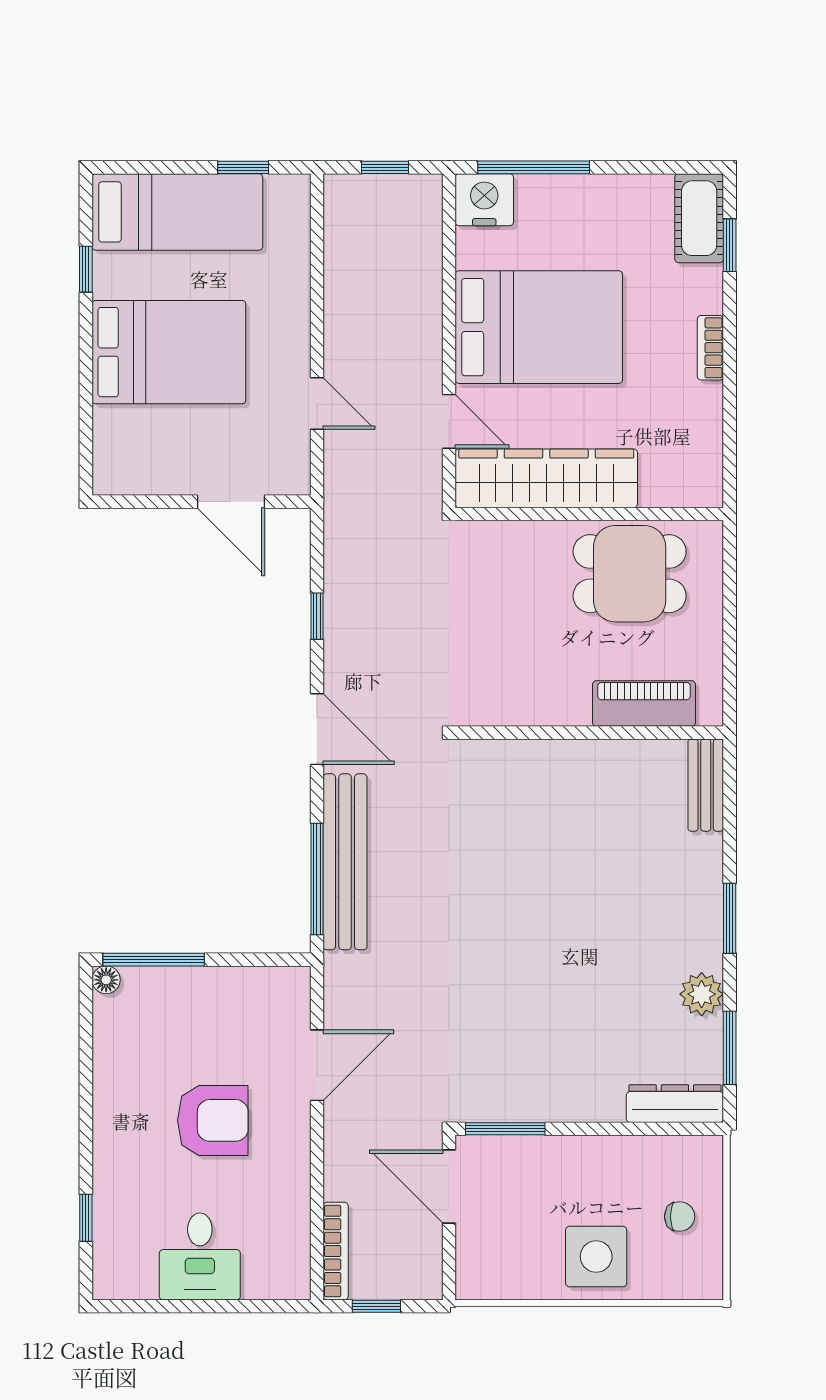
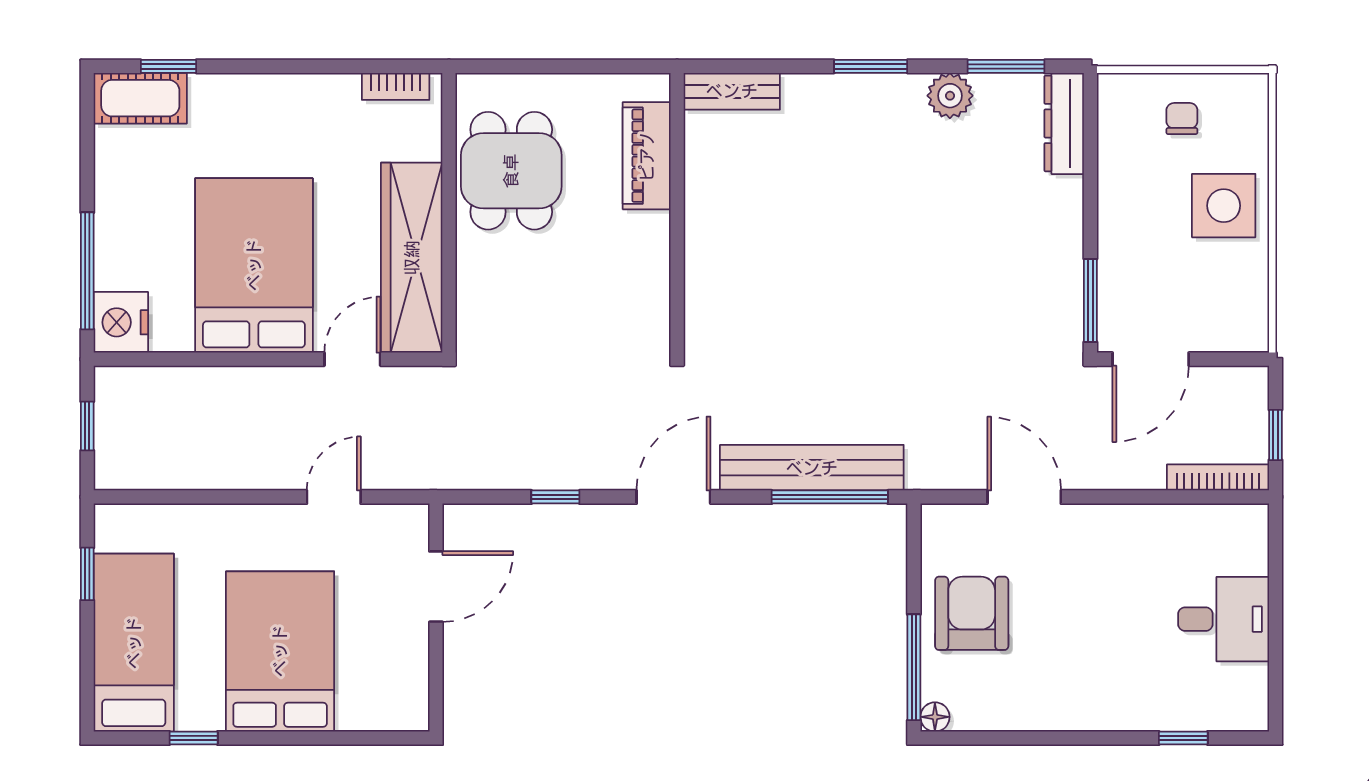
bookcase: (710, 348) -> (396, 86), moved
armchair: (213, 1120) -> (972, 613), moved

